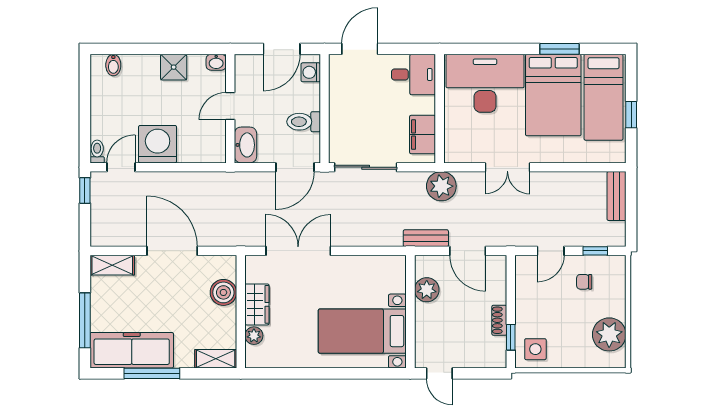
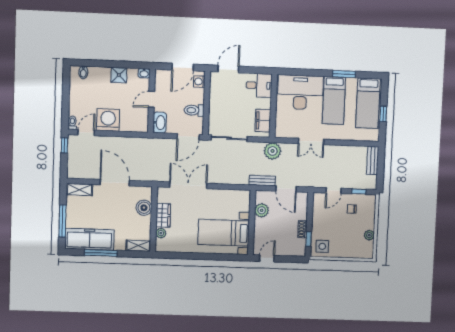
bed: (553, 95) -> (334, 101), width x0.67
plant: (609, 334) -> (369, 235), width x0.53, depth x0.53
door: (439, 373) -> (267, 258), swing flipped

